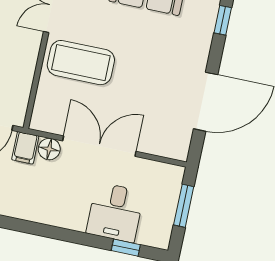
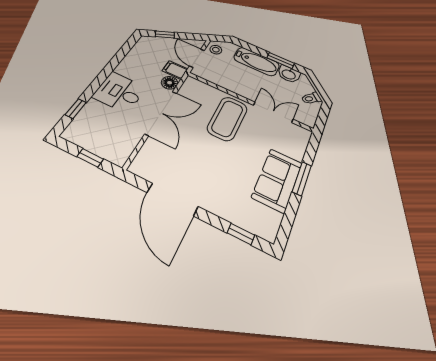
window: (184, 206) -> (90, 158), width x0.67
desk: (115, 212) -> (119, 92), moved

